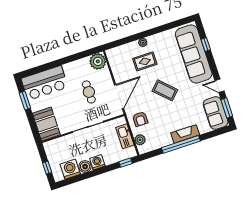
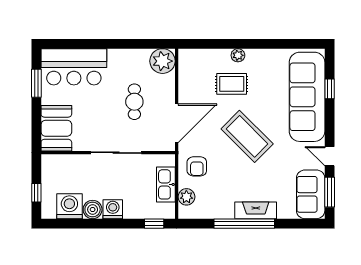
coffee table: (165, 90) -> (247, 136), width x1.36, depth x1.32

